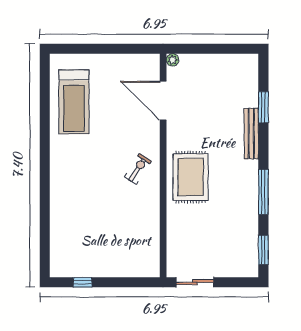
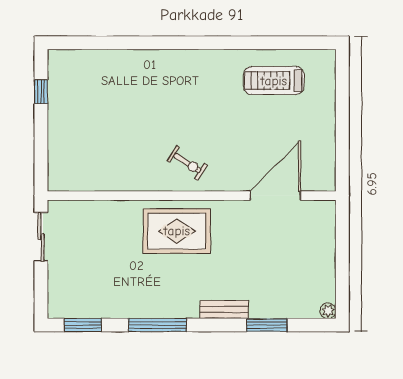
plant: (172, 60) -> (328, 311), moved
treadmill: (74, 102) -> (274, 81), width x0.73, depth x0.73
bench: (251, 134) -> (224, 309), width x0.73

